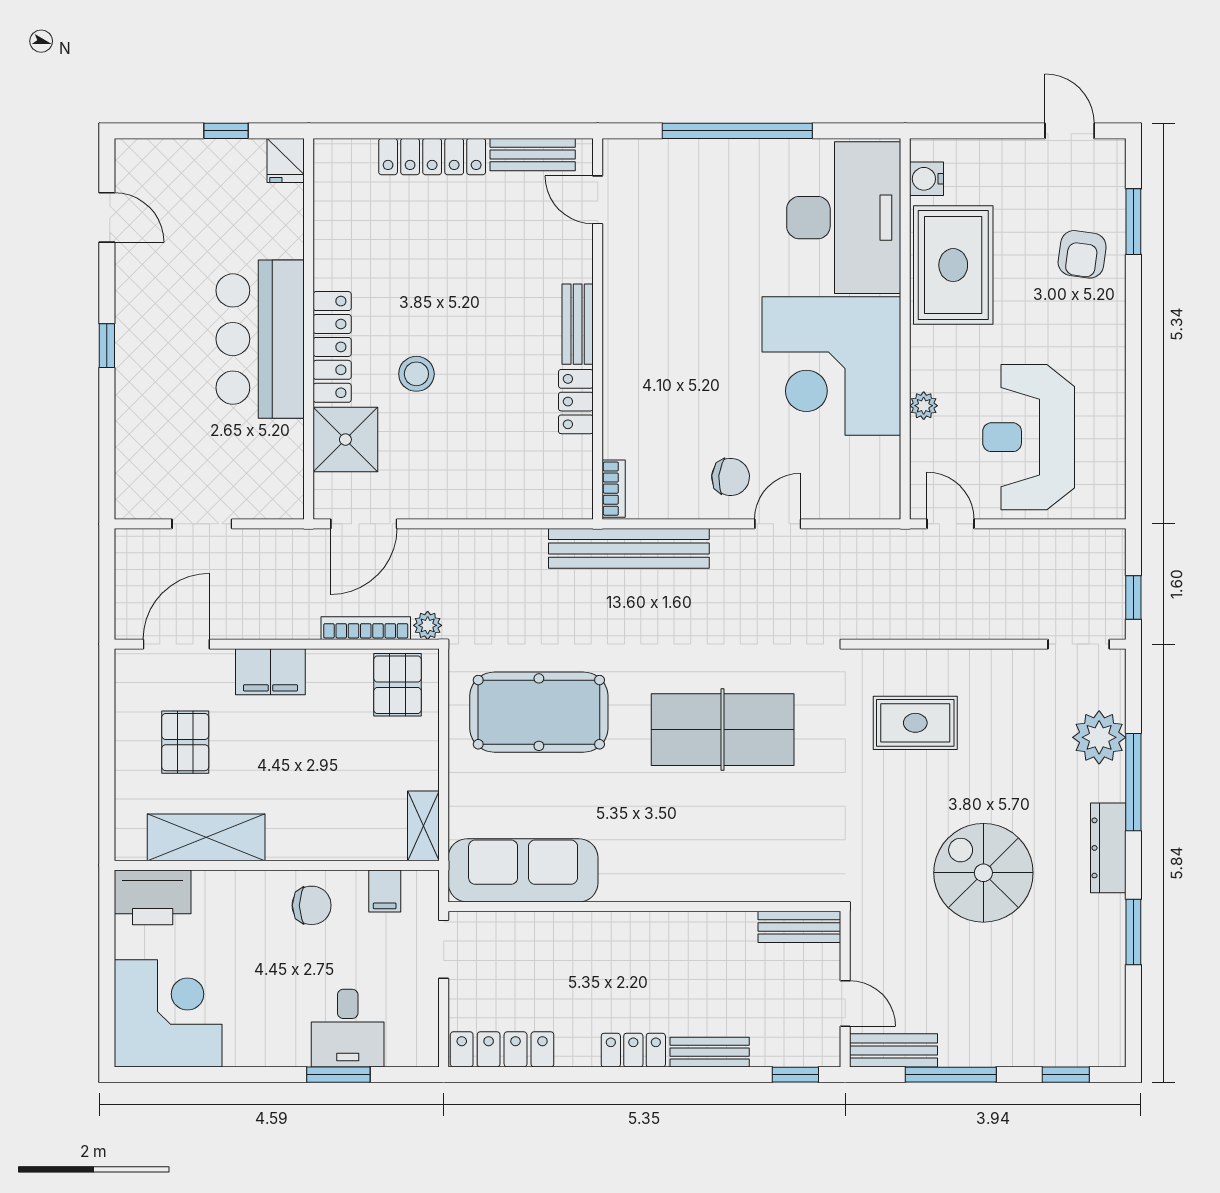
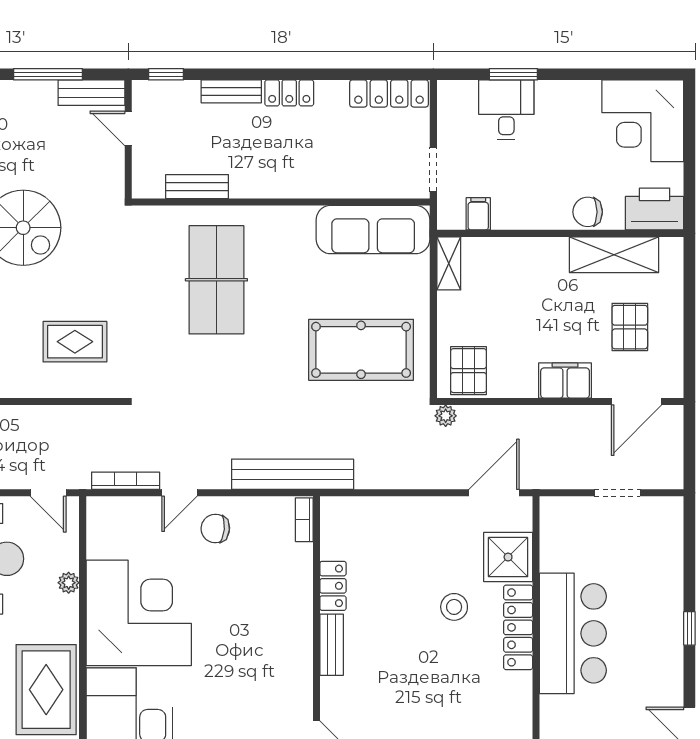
bookcase: (366, 628) -> (126, 481), moved, turned 180
table tennis table: (723, 730) -> (216, 280), moved, turned 90
chair: (312, 905) -> (588, 212), moved
bench: (799, 927) -> (197, 187), moved

